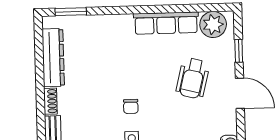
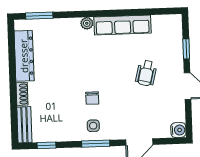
plant: (213, 24) -> (87, 23), moved, width x0.53, depth x0.53
wheelchair: (193, 78) -> (146, 73), width x0.73, depth x0.73

